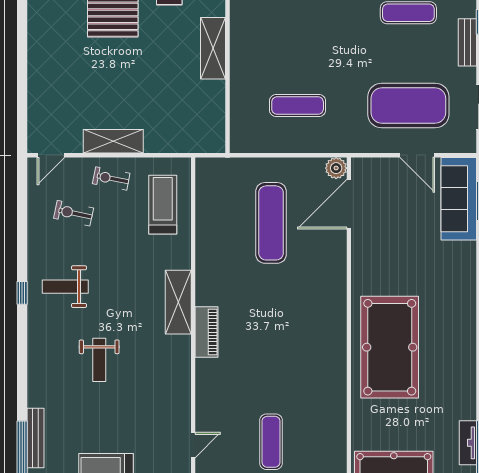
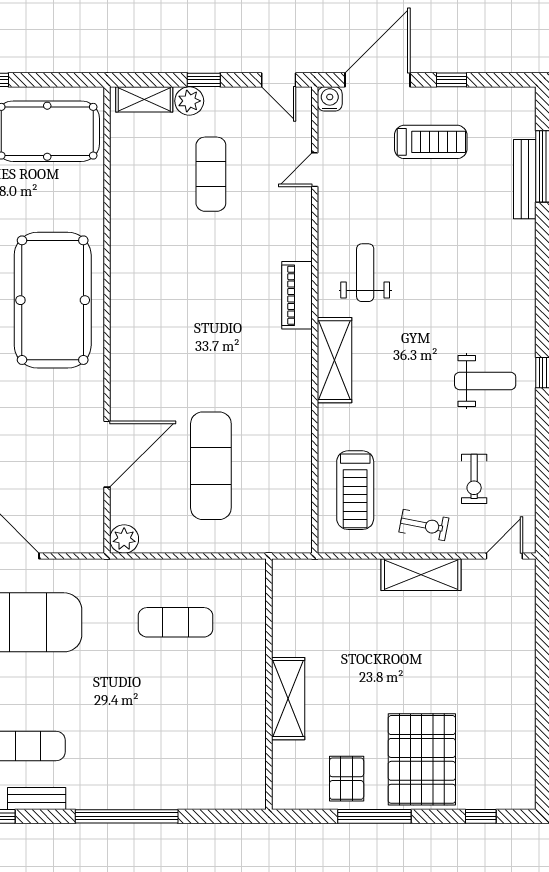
door: (349, 204) -> (107, 454), moved
exercise bike: (74, 213) -> (474, 479), turned 78
piano: (206, 332) -> (297, 295), moved
weight bench: (99, 360) -> (365, 273), moved

